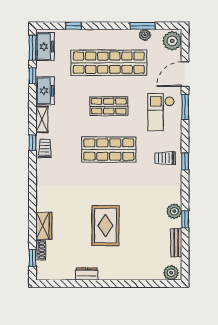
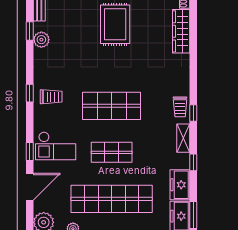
window: (33, 76) -> (193, 162), moved
freezer: (45, 91) -> (180, 185), moved
window: (185, 107) -> (30, 151), width x0.67
checkout: (161, 112) -> (56, 146), turned 90
wardrobe: (44, 226) -> (181, 31), width x1.50

